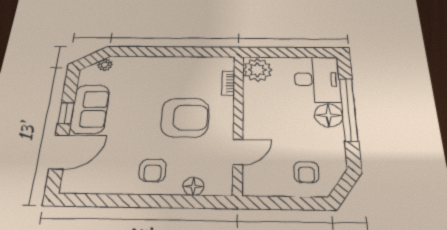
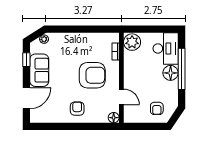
window: (66, 113) -> (26, 60), moved
door: (238, 152) -> (121, 97), hinge flipped
armchair: (153, 170) -> (77, 109), turned 180
floor lamp: (193, 186) -> (114, 118), moved

